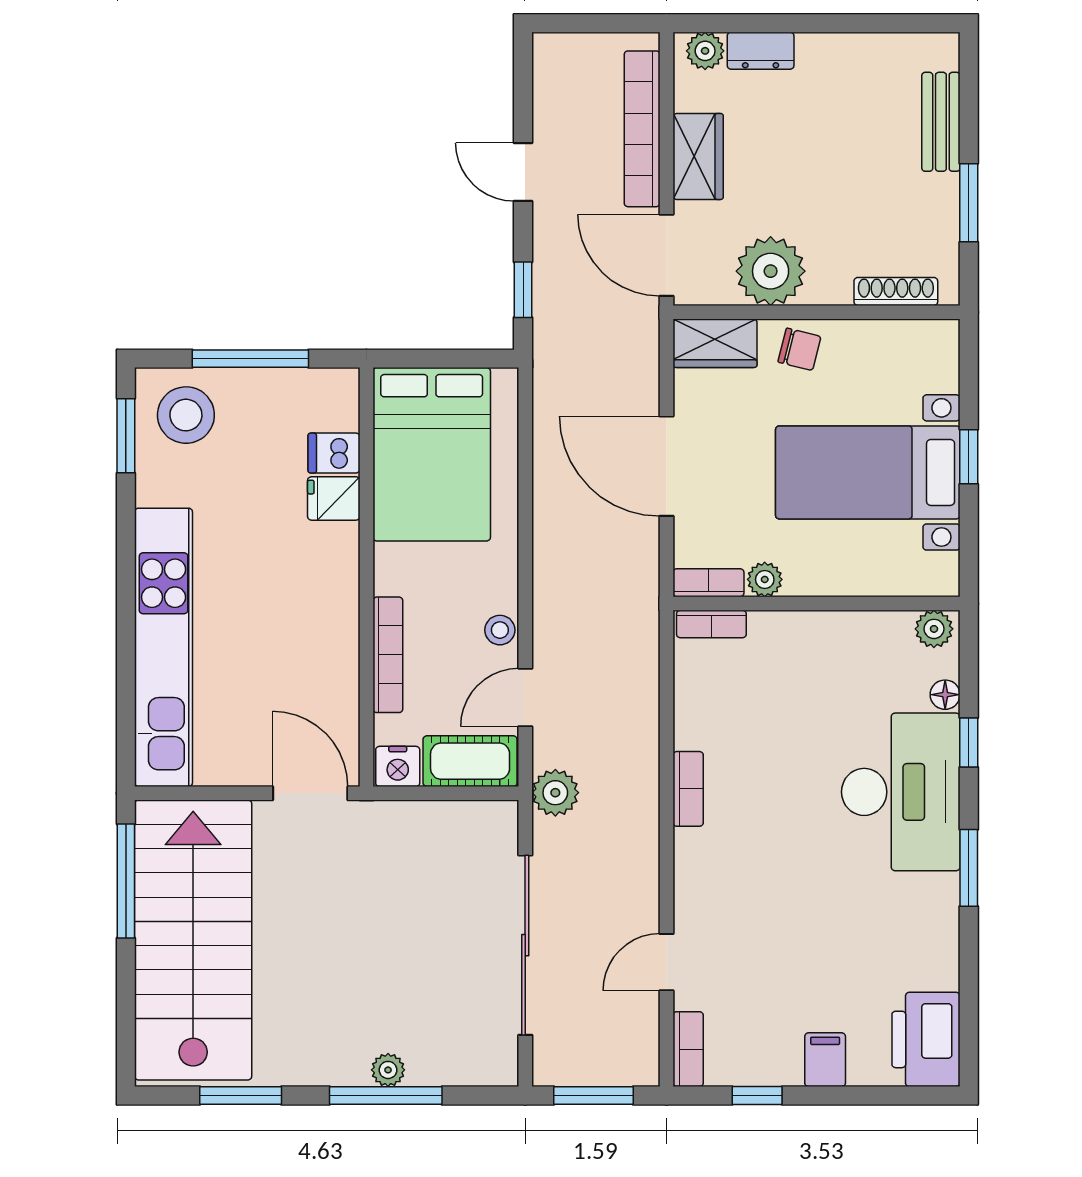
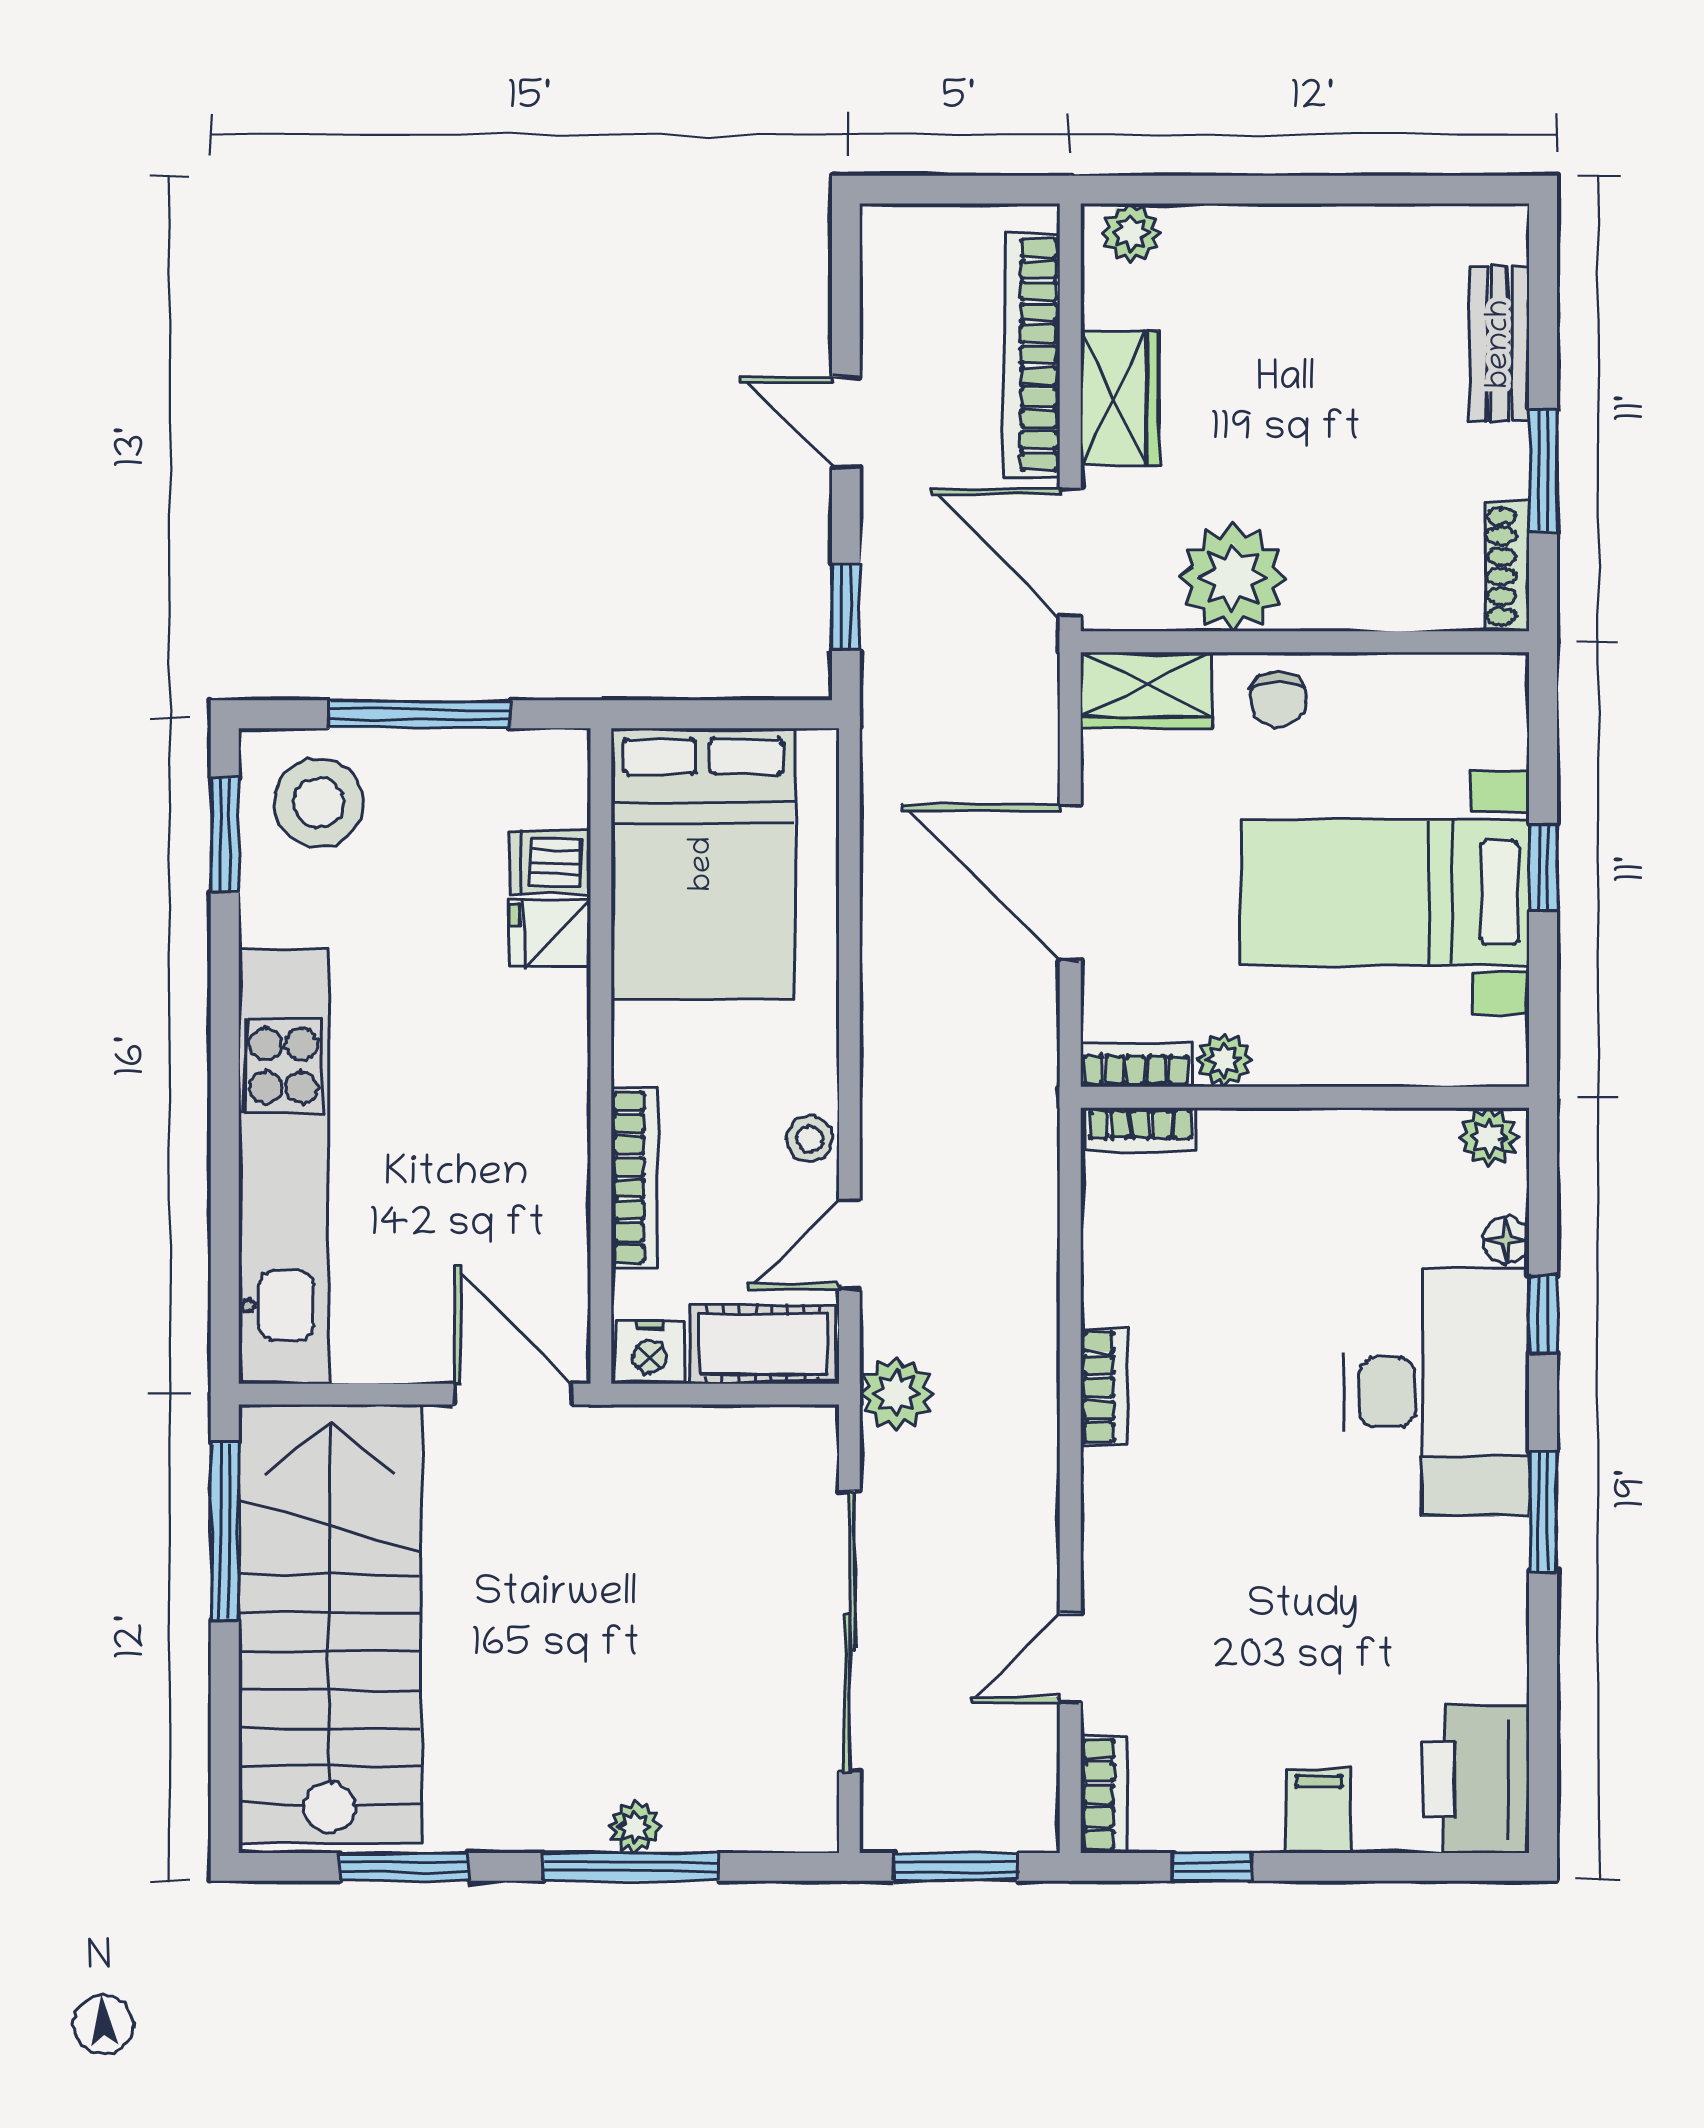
dresser: (761, 51) -> (1217, 233), removed
shoe rack: (896, 291) -> (1507, 566), moved, turned -90
chair: (799, 349) -> (1278, 700), turned 76

